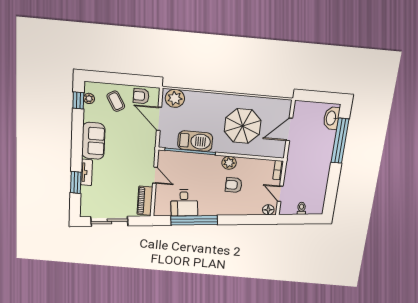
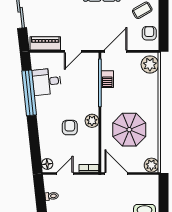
plant: (283, 107) -> (151, 165), added
door: (159, 119) -> (116, 51), moved
door: (289, 129) -> (116, 173), moved
barbecue: (195, 141) -> (107, 79), width x0.53, depth x0.65

